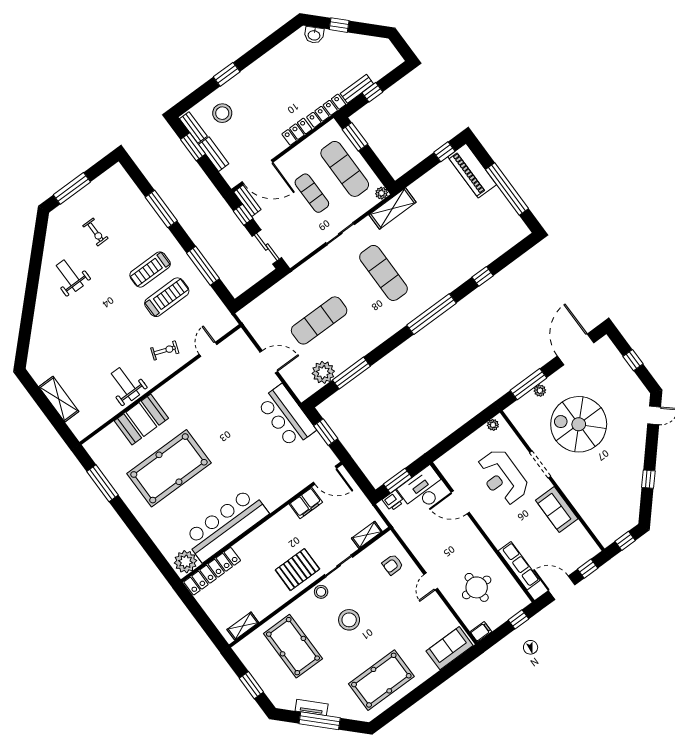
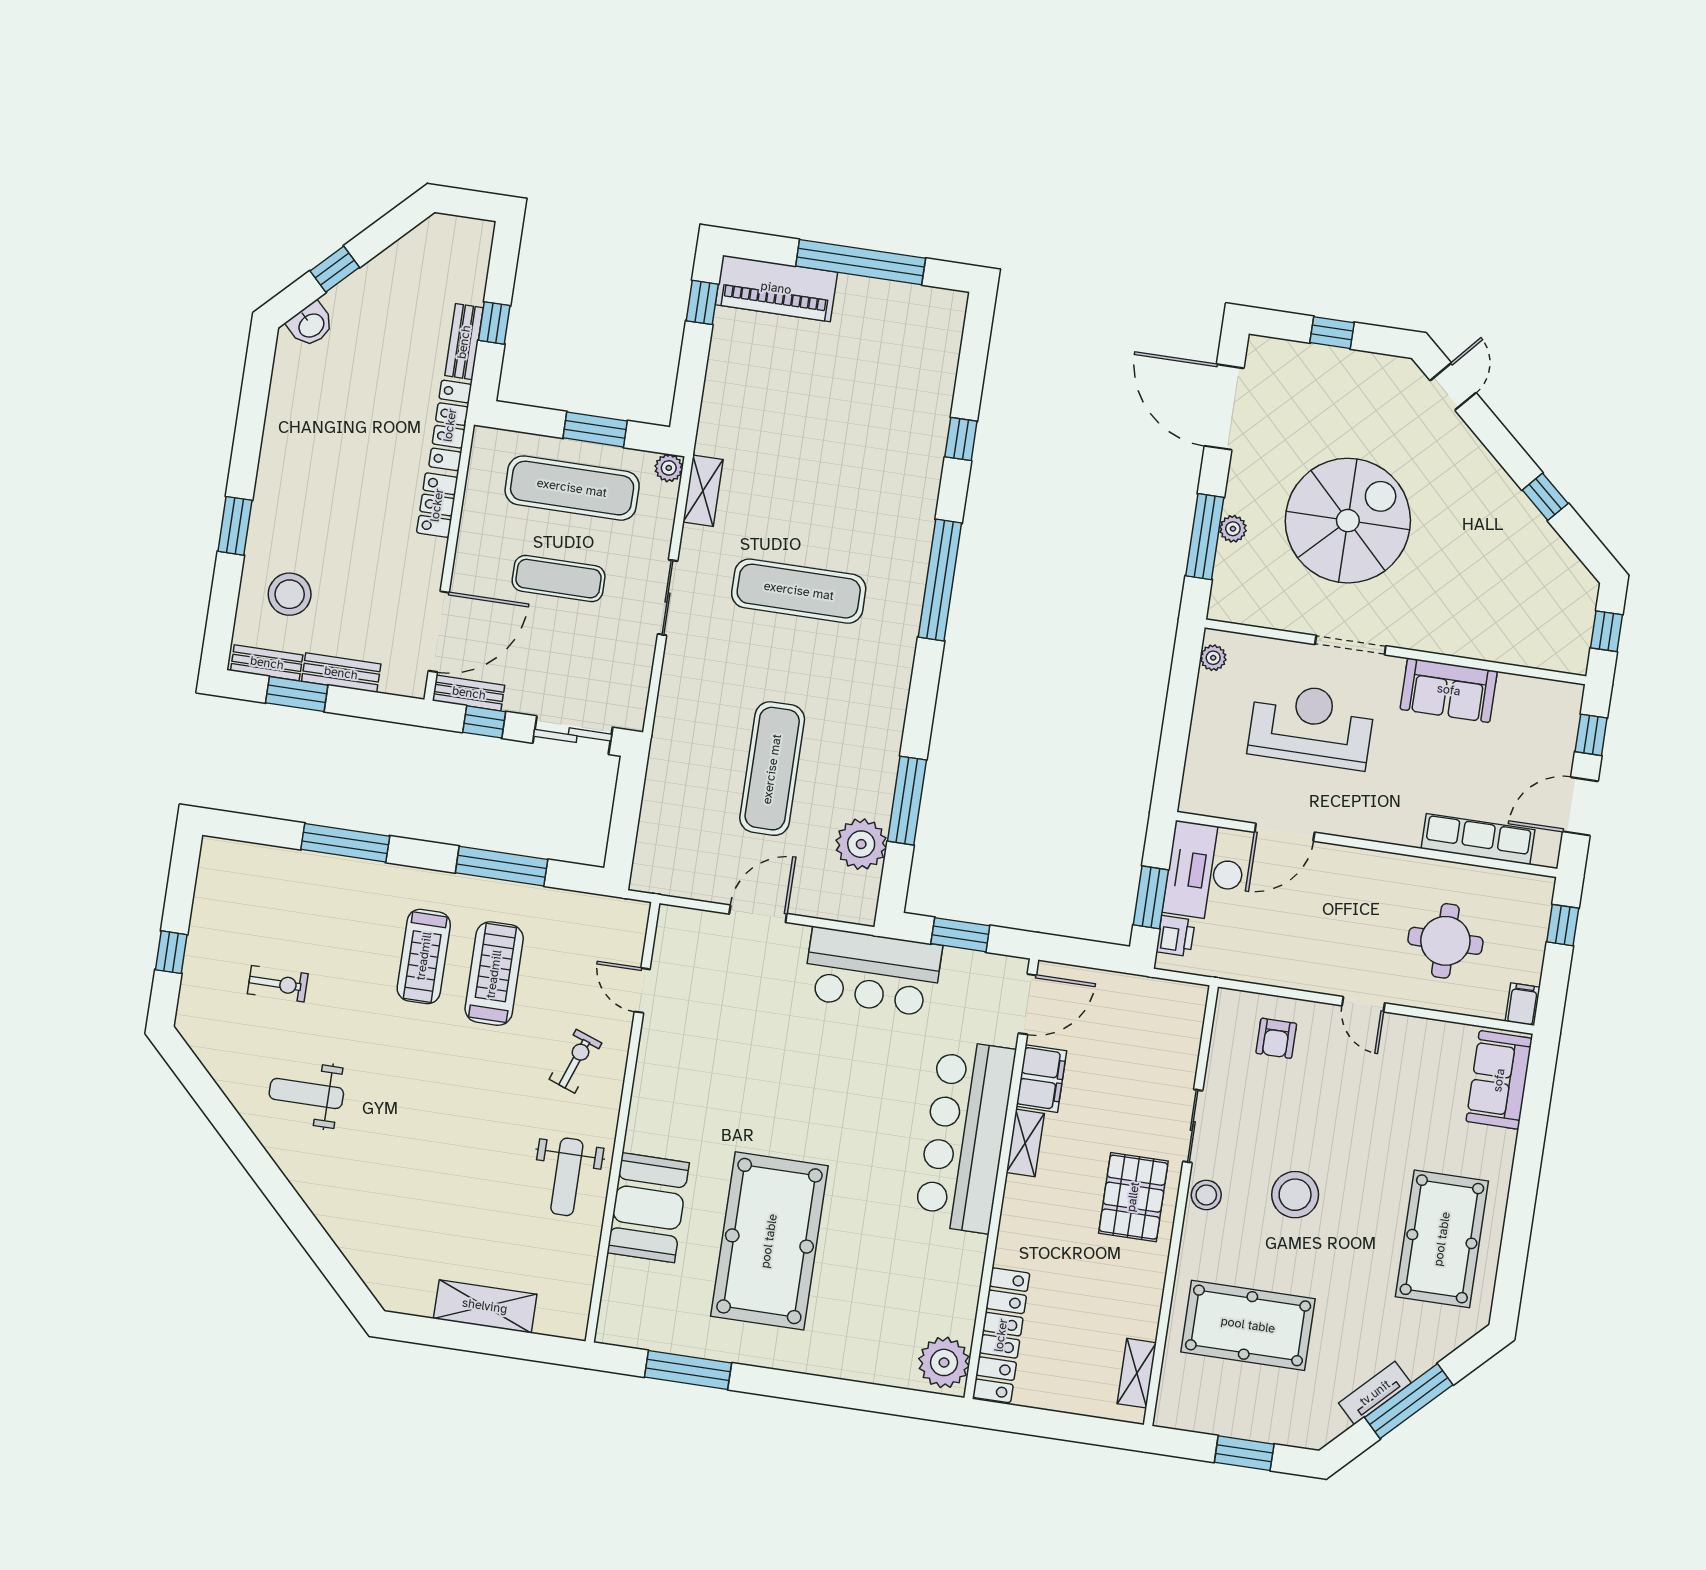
window: (355, 137) -> (595, 429), moved
window: (72, 188) -> (171, 952), width x0.46
shelving: (393, 208) -> (703, 491), width x0.67, depth x0.75
weight bench: (125, 384) -> (567, 1177), turned -90
spiral stairs: (579, 424) -> (1348, 521), turned 180
reception desk: (502, 477) -> (1311, 726), turned 180
bar counter: (226, 525) -> (965, 1136), moved
shelving: (367, 535) -> (1025, 1143), moved

